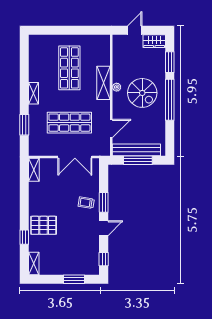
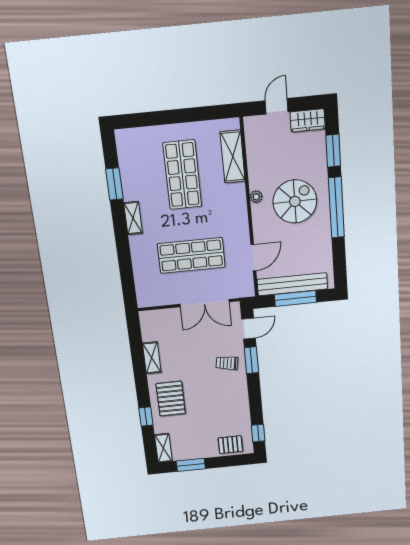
shelving: (104, 83) -> (233, 157), moved
spiral stairs: (142, 93) -> (295, 201), turned -90
window: (24, 125) -> (114, 184), moved
shelving: (34, 170) -> (152, 358), moved
pallet: (44, 225) -> (171, 399), turned 90
door: (104, 228) -> (249, 329), moved
pallet: (83, 266) -> (230, 445), added
window: (74, 279) -> (191, 465), moved

